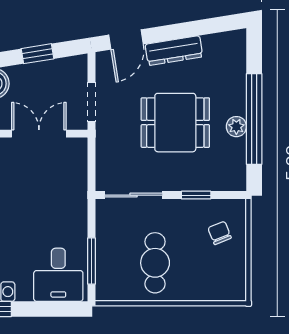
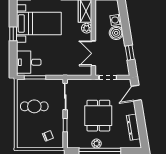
door: (126, 39) -> (136, 93), hinge flipped
dresser: (174, 51) -> (133, 127), moved
double door: (39, 134) -> (93, 53), swing flipped

